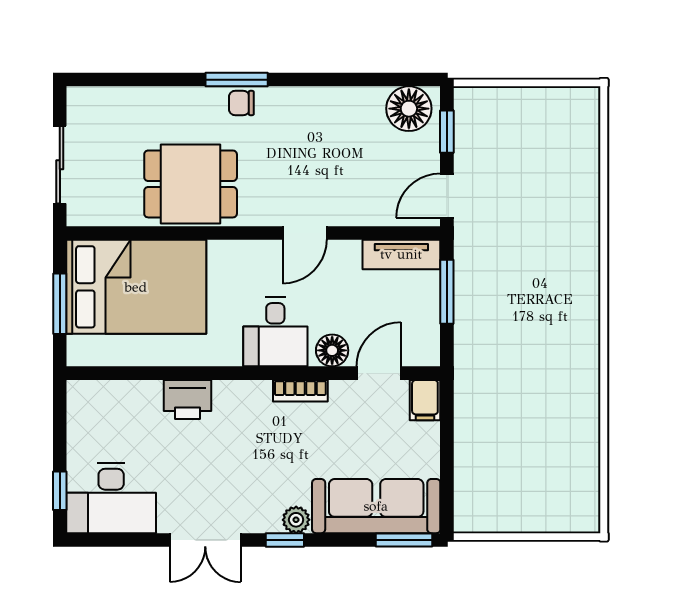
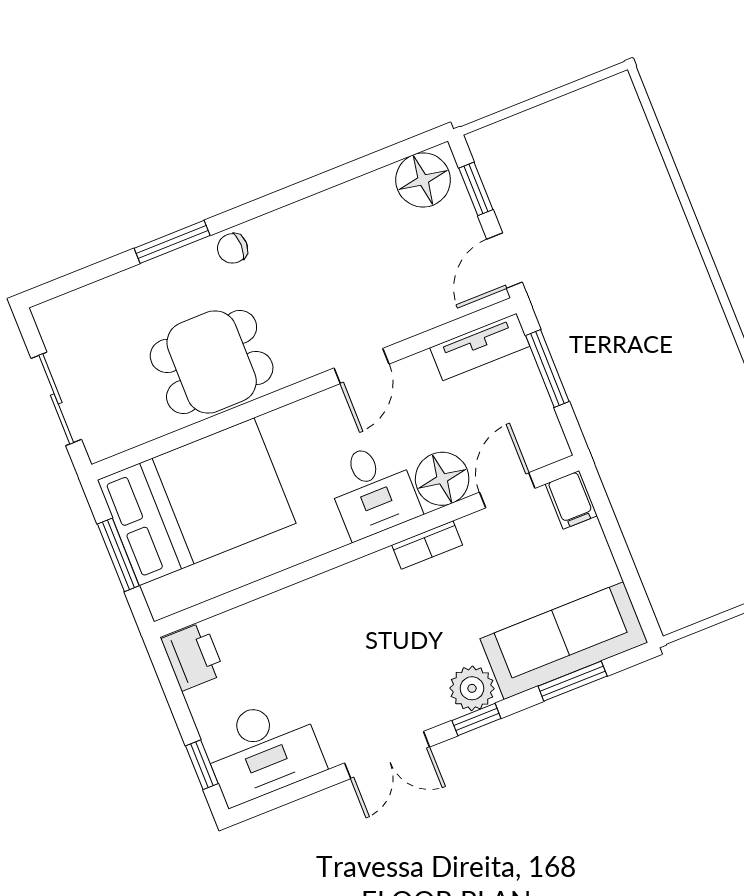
window: (237, 80) -> (172, 242), moved
floor lamp: (332, 350) -> (442, 479), width x1.38, depth x1.38
printer: (188, 399) -> (193, 656), moved, turned -90
plant: (296, 520) -> (472, 688), width x1.38, depth x1.38
window: (404, 540) -> (573, 681), moved

